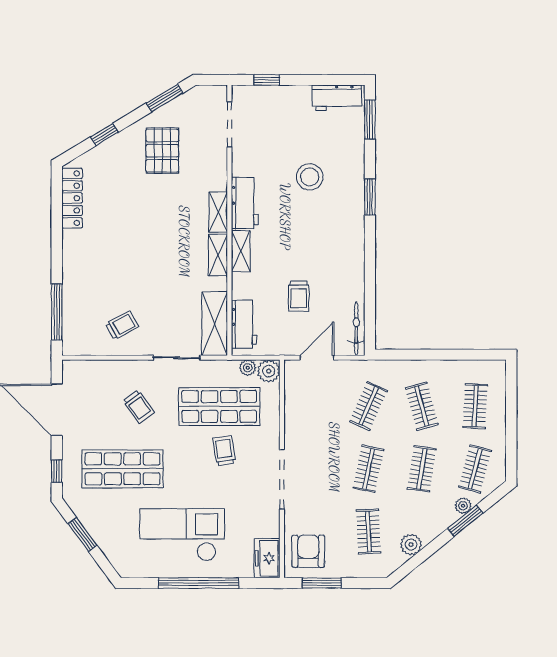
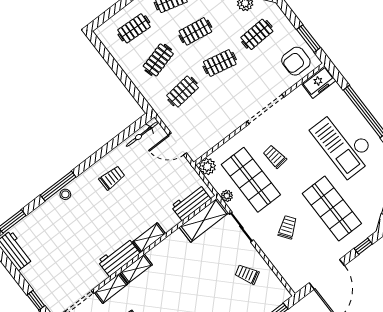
stool: (310, 177) -> (65, 194), moved, width x0.53, depth x0.53
window: (370, 197) -> (58, 186), width x1.44
shelving: (218, 255) -> (111, 288), moved
trolley: (299, 296) -> (112, 178), moved
plant: (248, 368) -> (227, 196), moved
clothes rail: (368, 406) -> (183, 92), turned -30
trolley: (224, 451) -> (275, 157), turned 91

